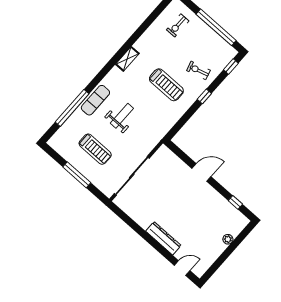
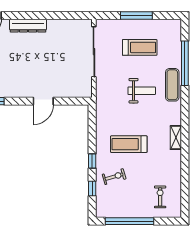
window: (231, 67) -> (92, 189), moved
weight bench: (122, 116) -> (142, 91), turned -90
treadmill: (95, 149) -> (140, 47), turned 180

